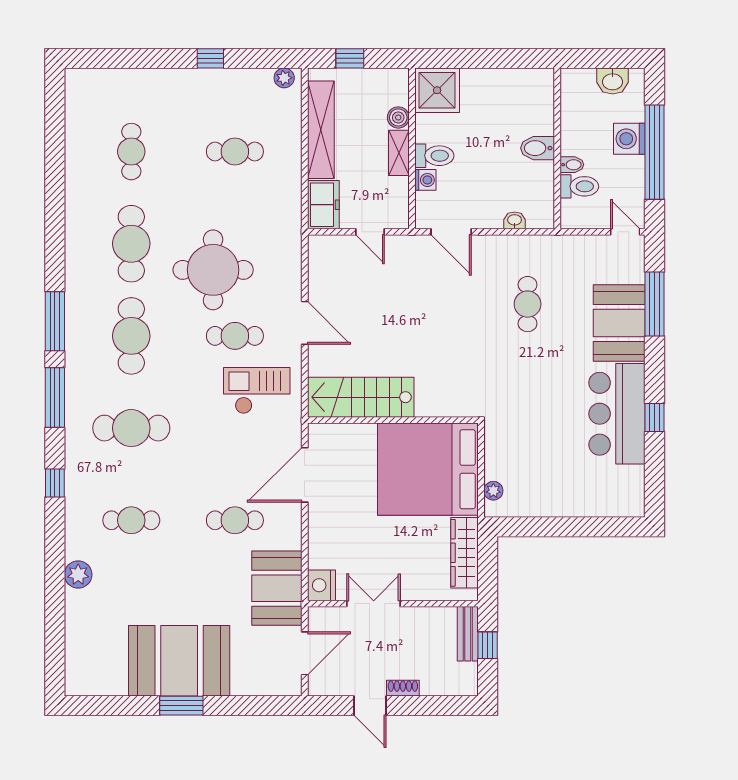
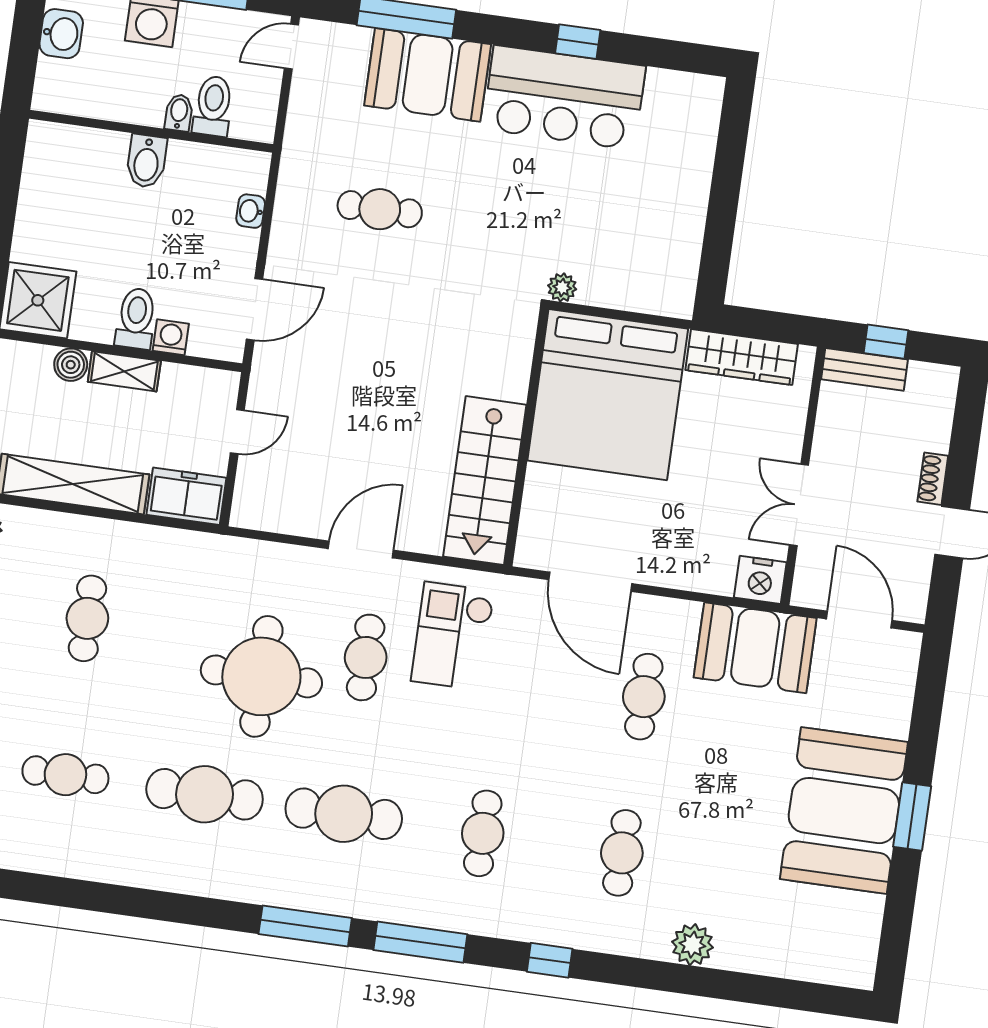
cafe table: (131, 428) -> (483, 833), width x0.73, depth x0.74
plant: (493, 491) -> (562, 287), moved

